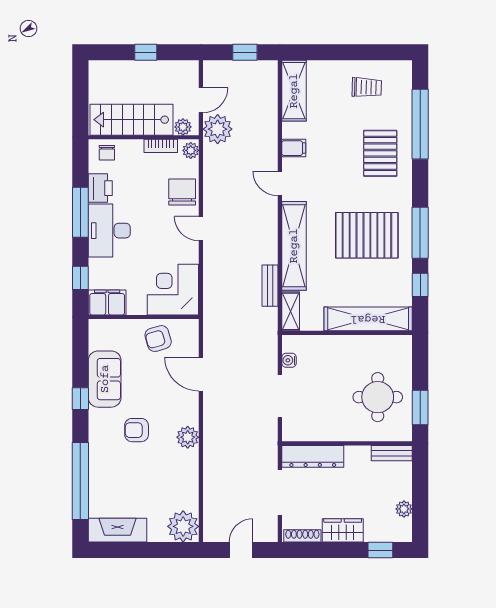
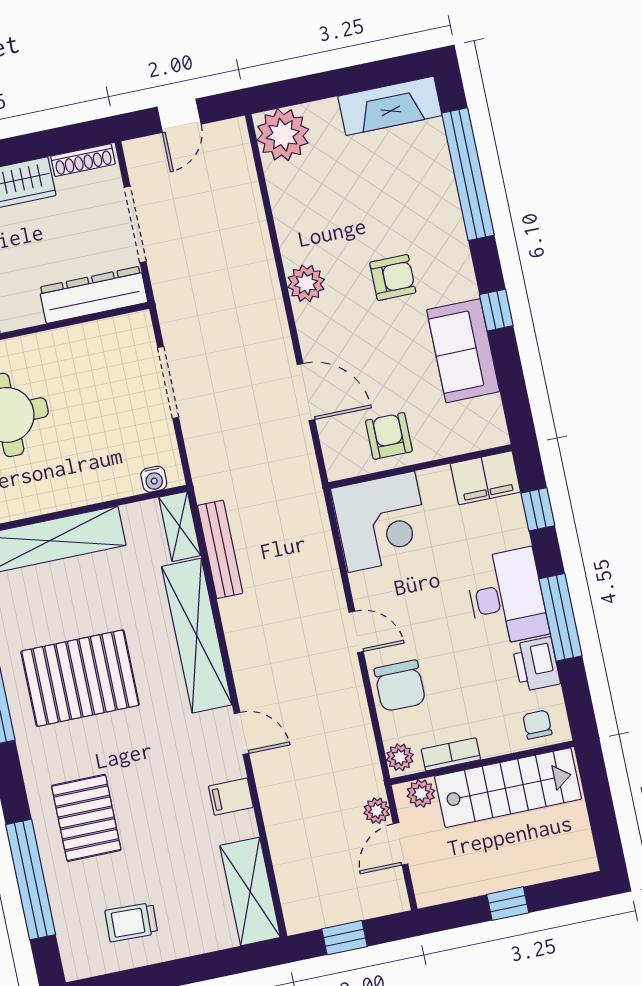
plant: (218, 129) -> (377, 811), width x0.53, depth x0.53
bench: (270, 286) -> (220, 549), width x1.36
armchair: (158, 339) -> (389, 436), turned -74
water cooler: (289, 360) -> (154, 479), moved, turned 90

